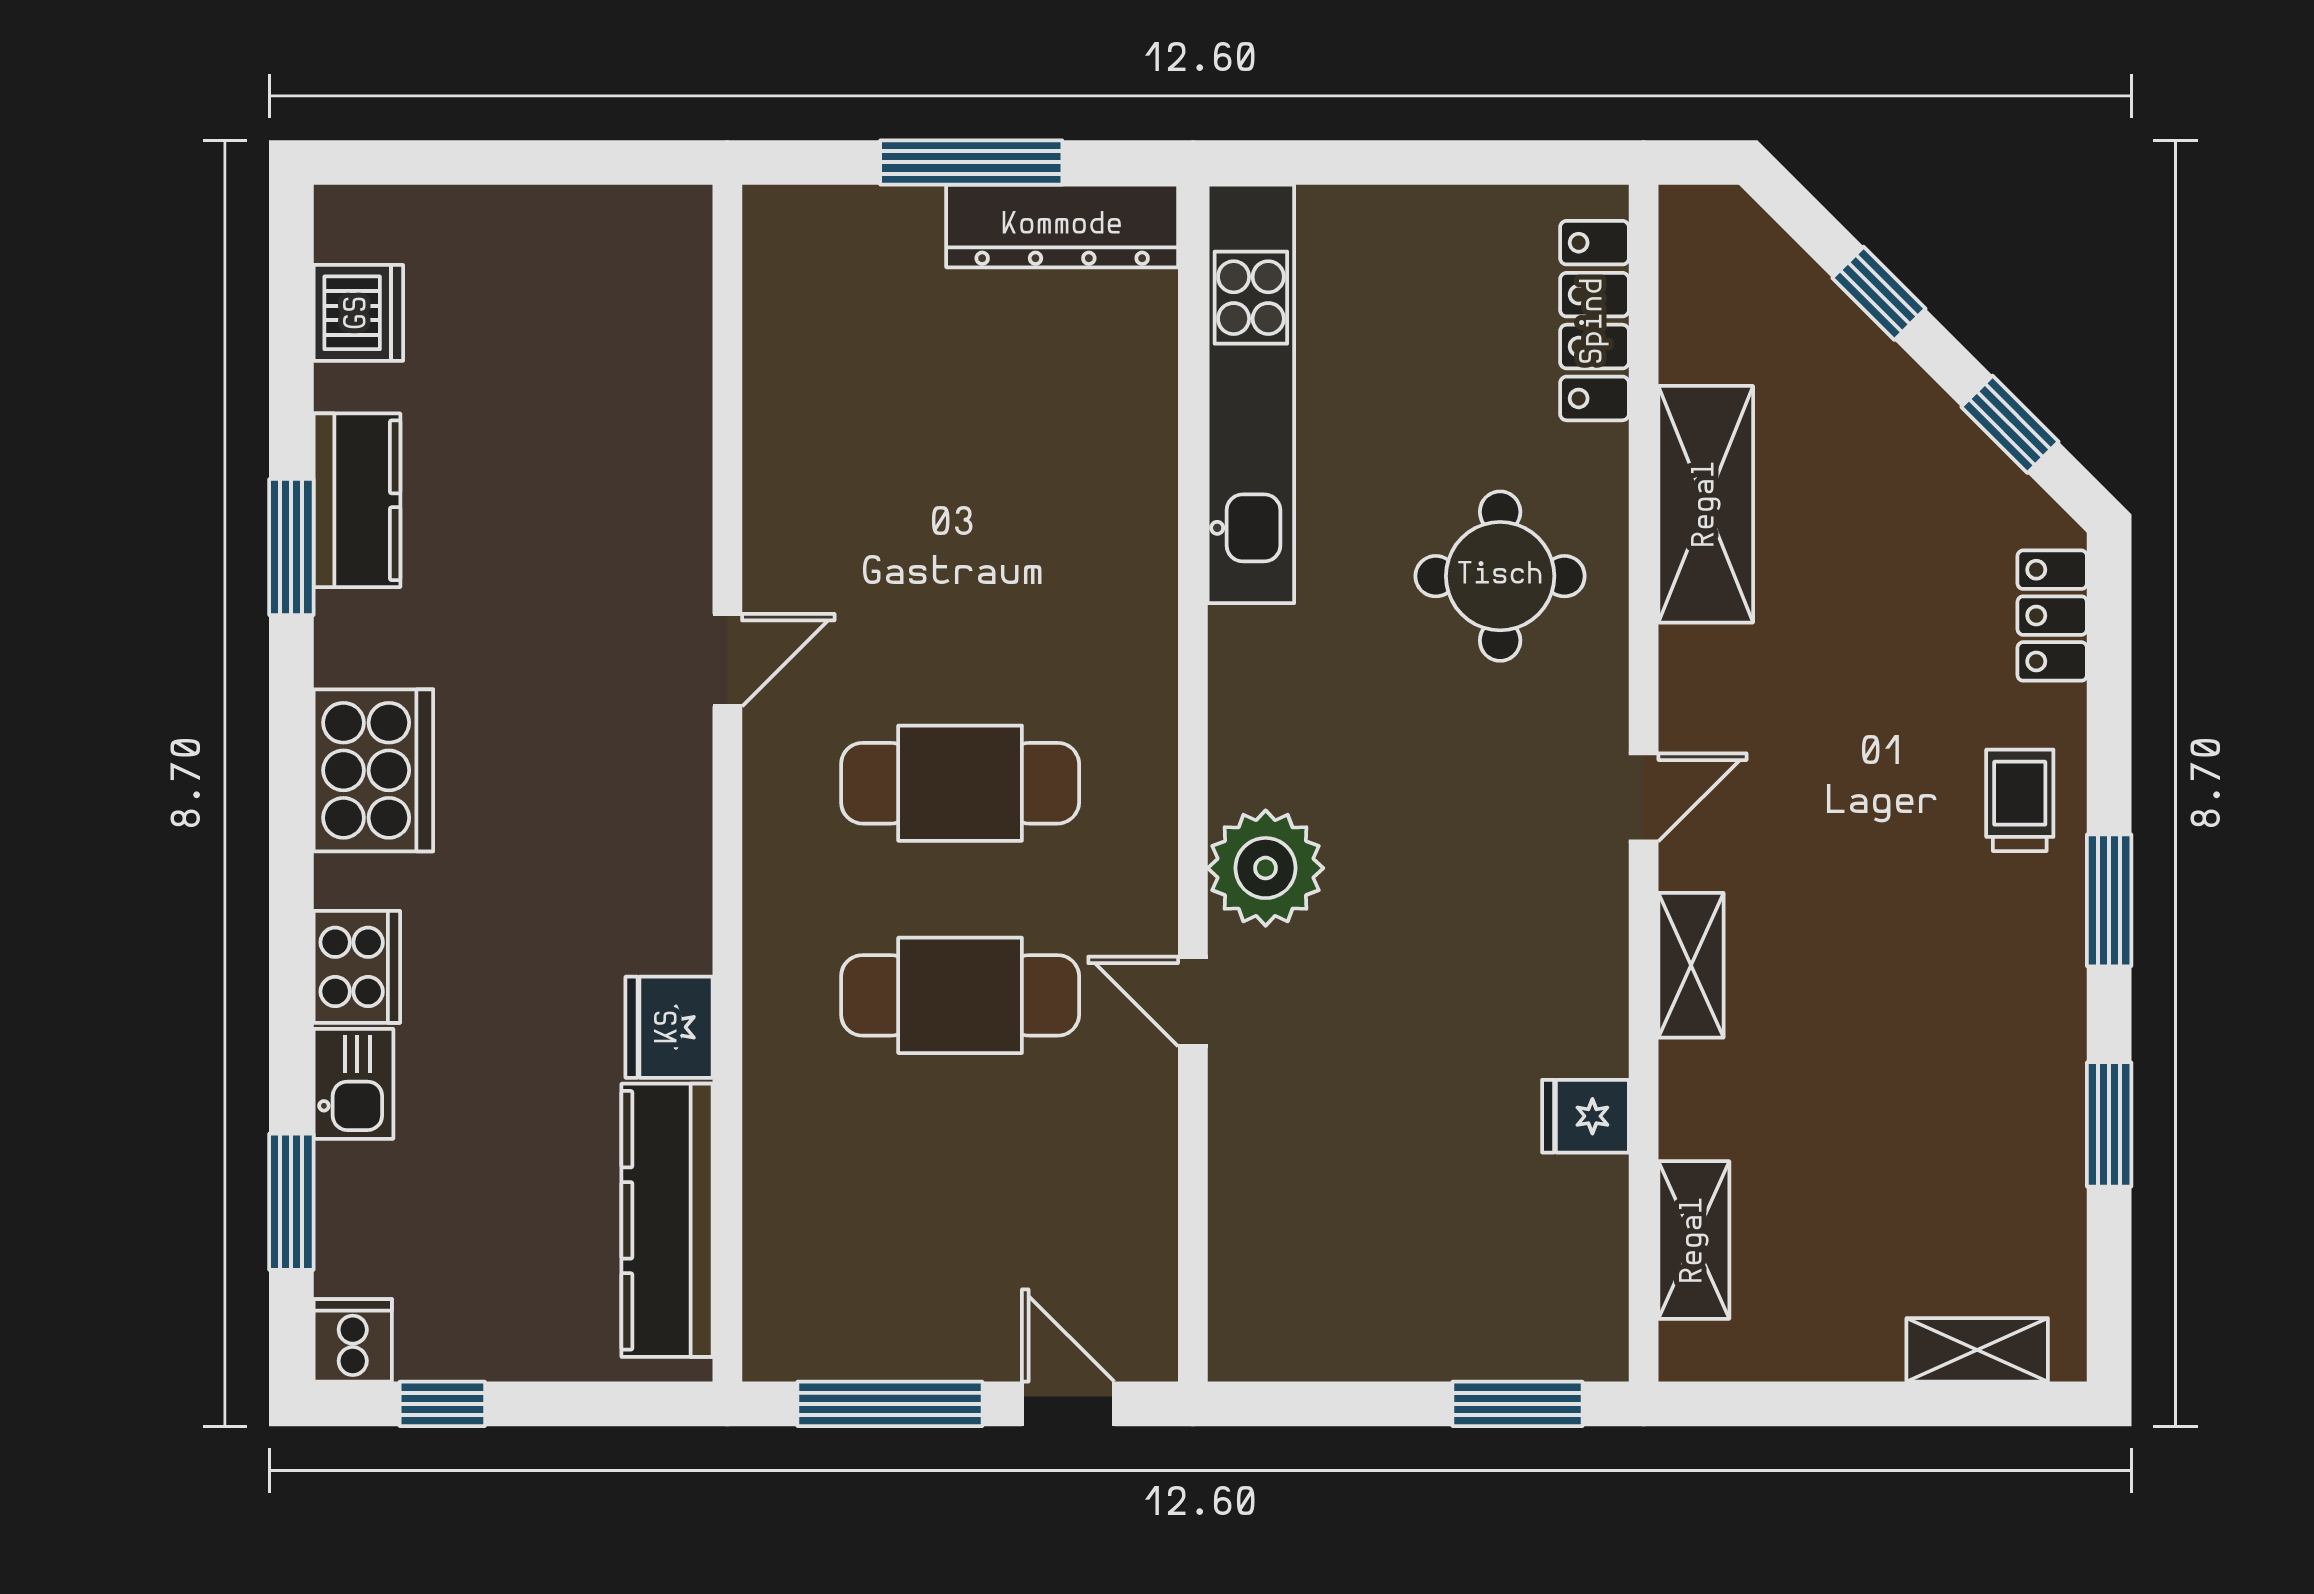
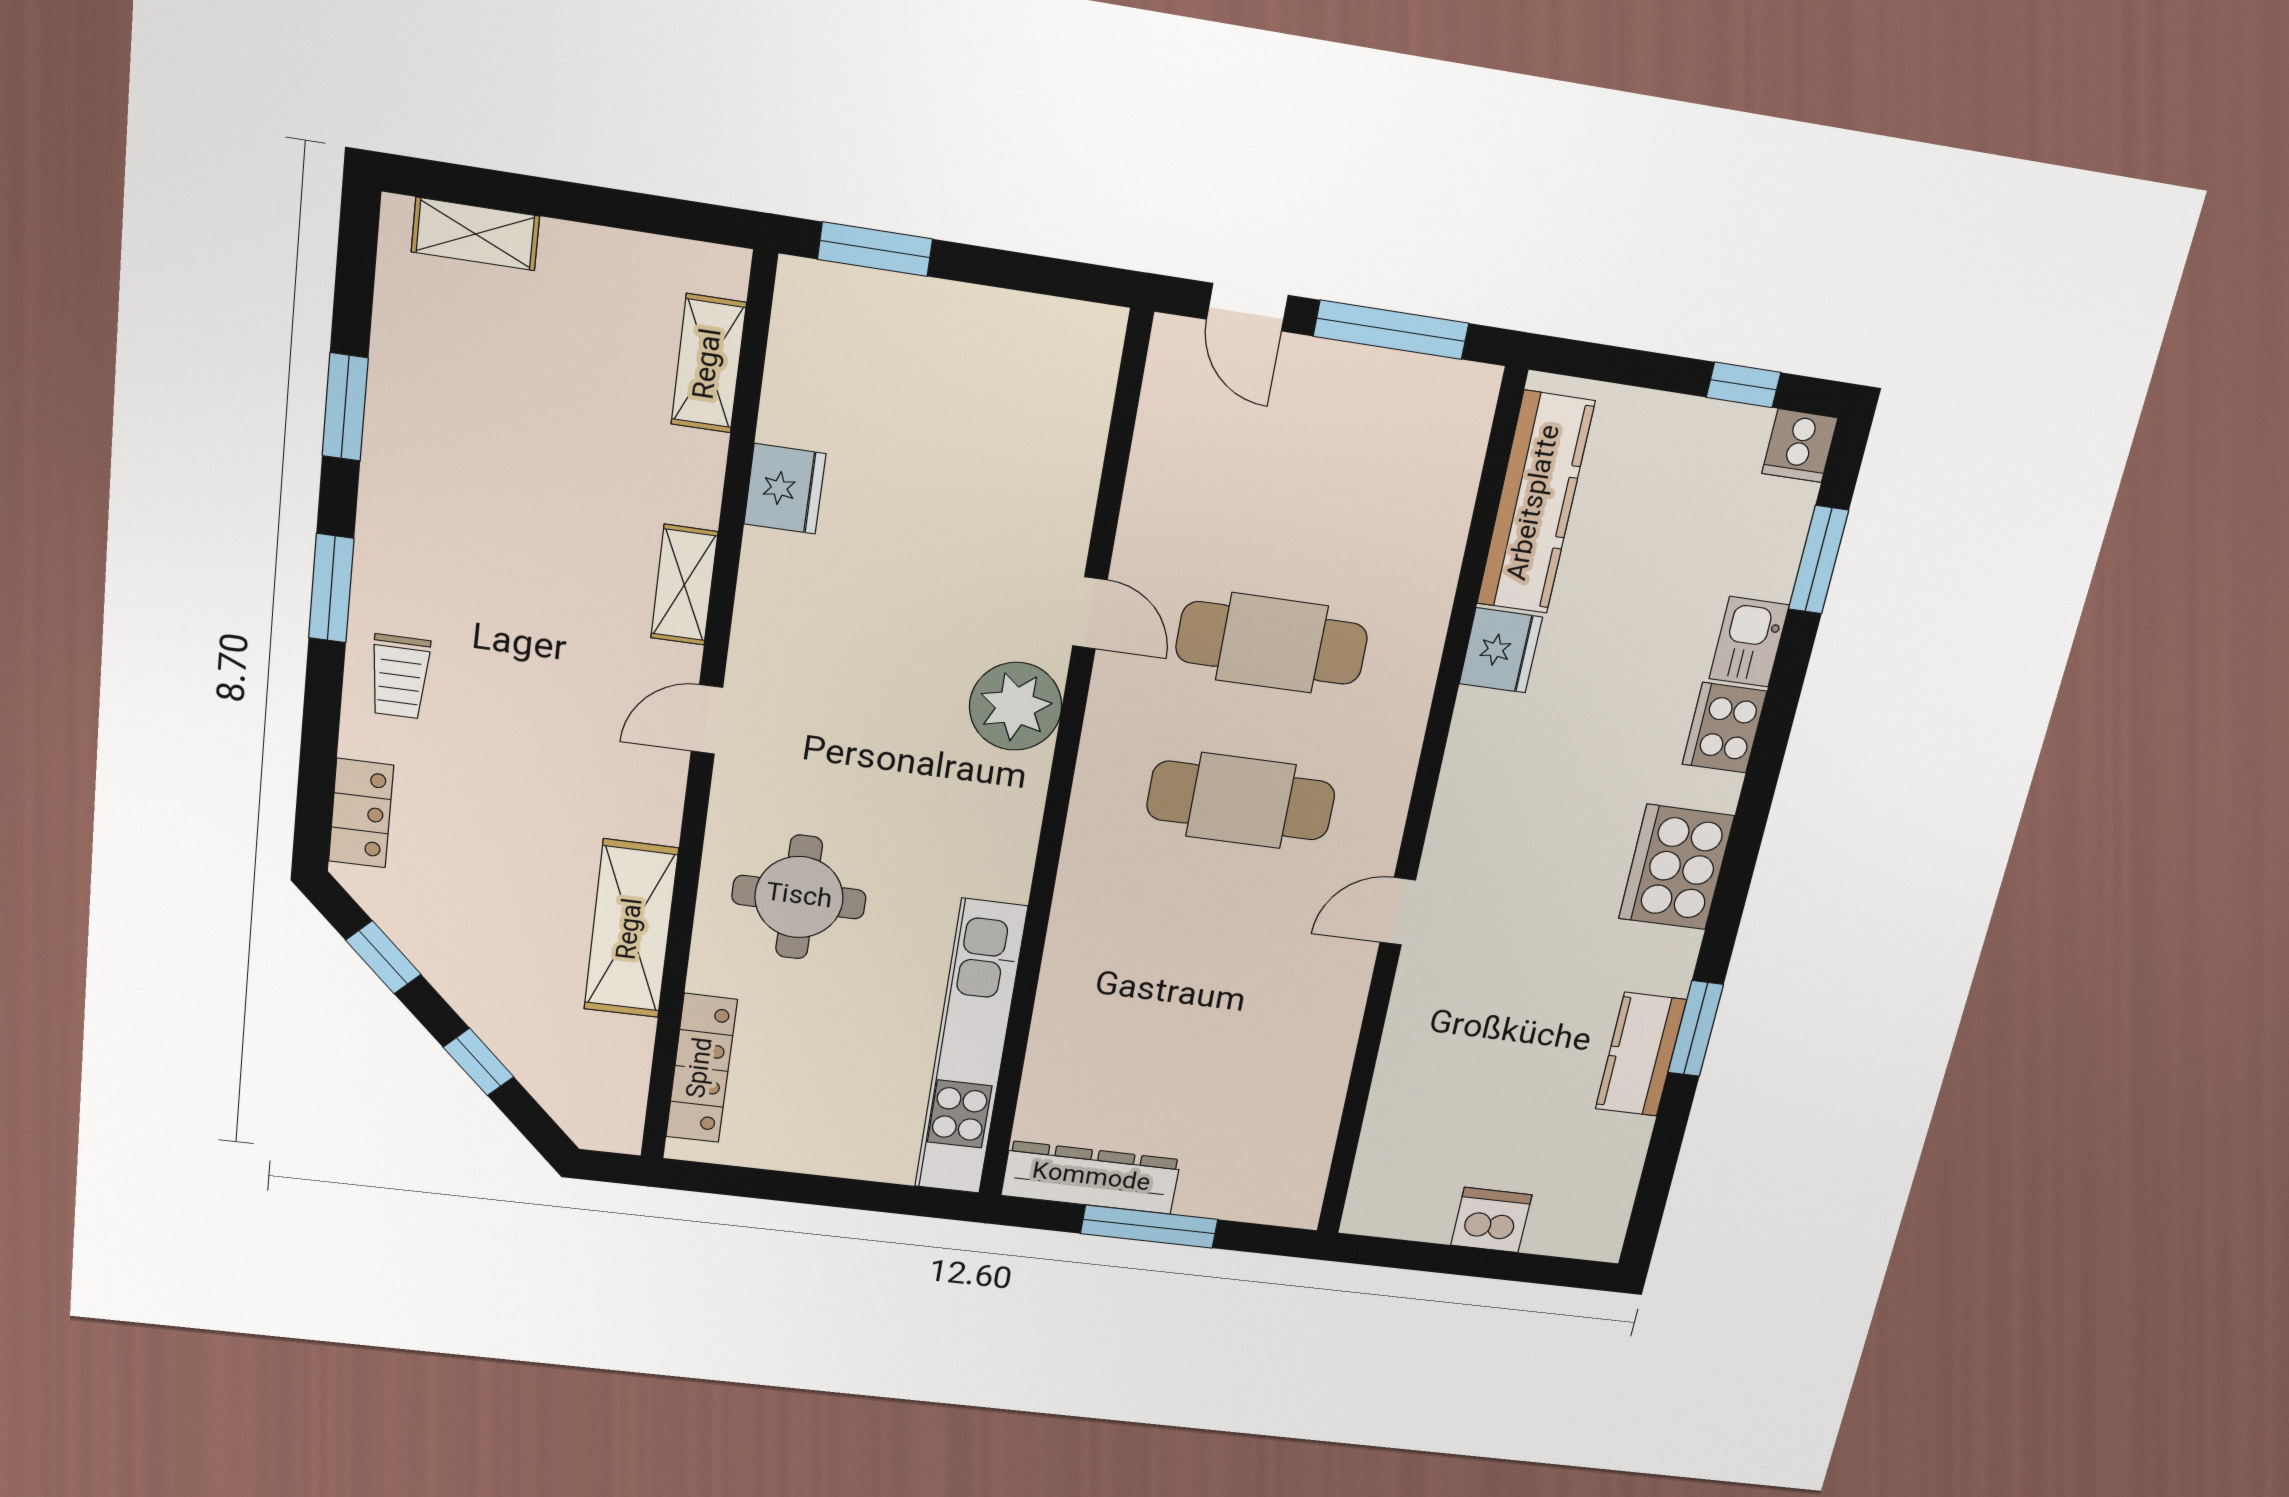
dishwasher: (358, 313) -> (1491, 1220), moved, turned 90
fridge: (1585, 1116) -> (785, 489), width x1.38

